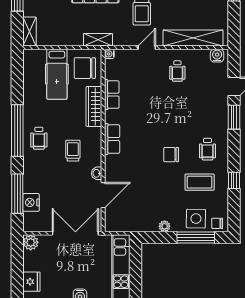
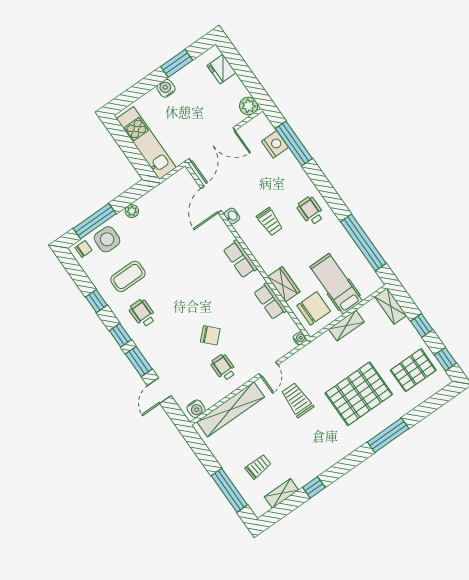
shelving: (98, 40) -> (346, 326), moved
wardrobe: (94, 106) -> (284, 284), width x0.67
window: (17, 130) -> (363, 242), moved
window: (234, 145) -> (120, 335), added
chair: (171, 155) -> (210, 335), moved, turned 46

